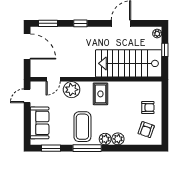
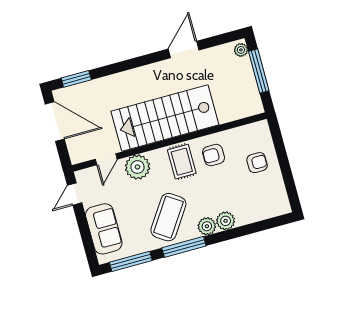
window: (80, 23) -> (124, 66), removed
window: (165, 50) -> (259, 71), width x2.17
stairs: (129, 63) -> (165, 118), moved
coffee table: (82, 127) -> (168, 217), turned 34
armchair: (146, 130) -> (214, 155), moved, turned 71
window: (51, 148) -> (131, 261), width x1.44

